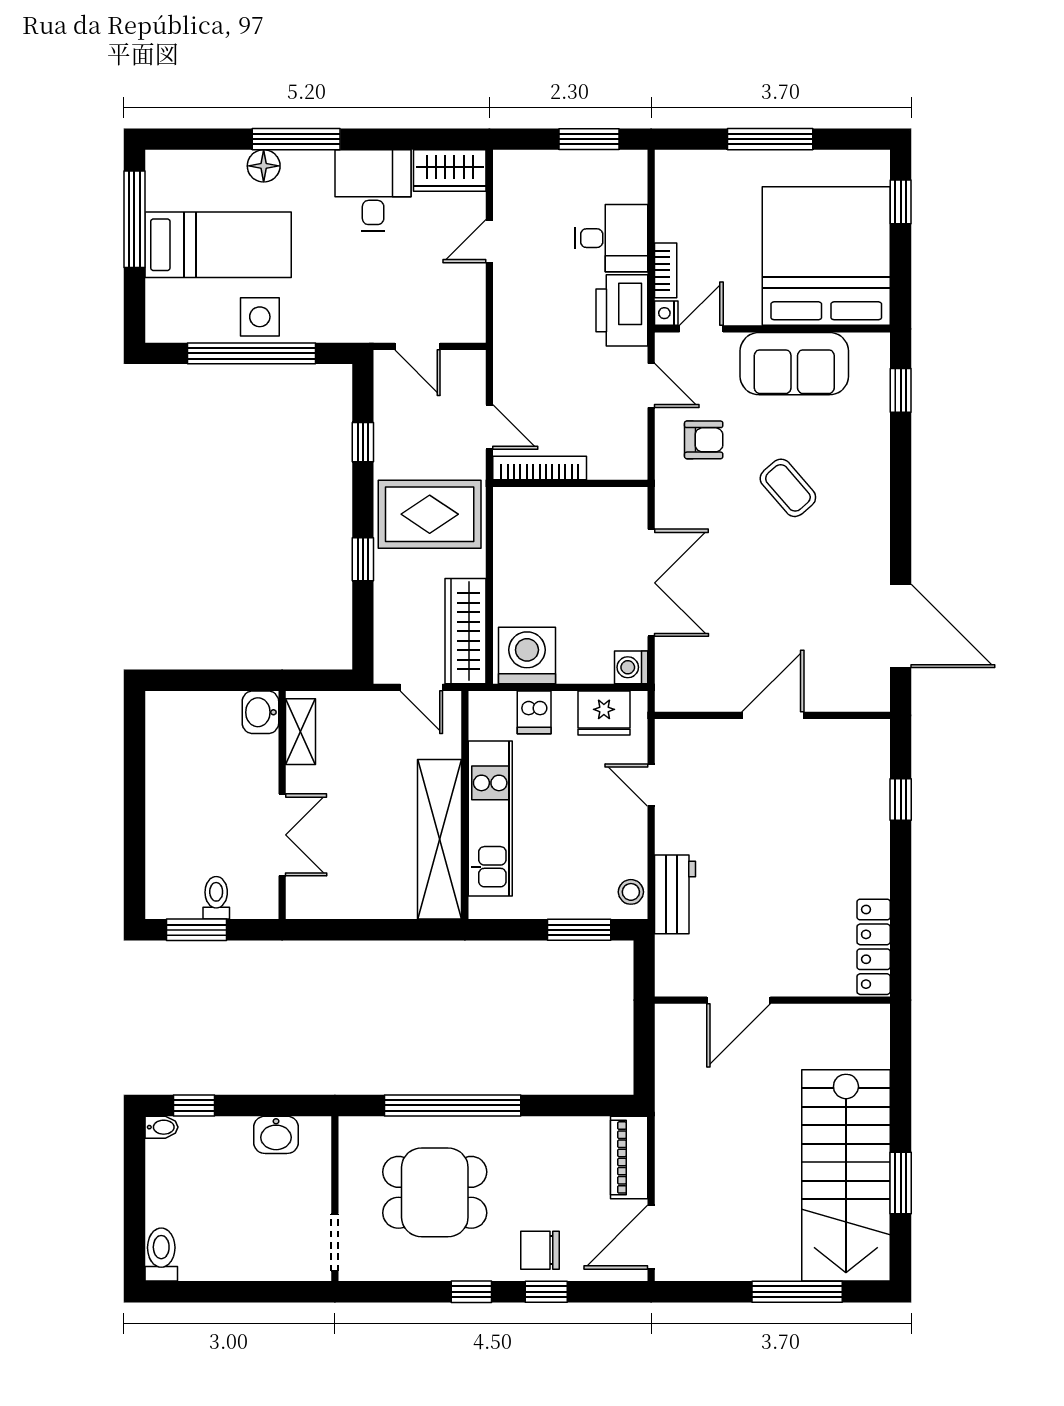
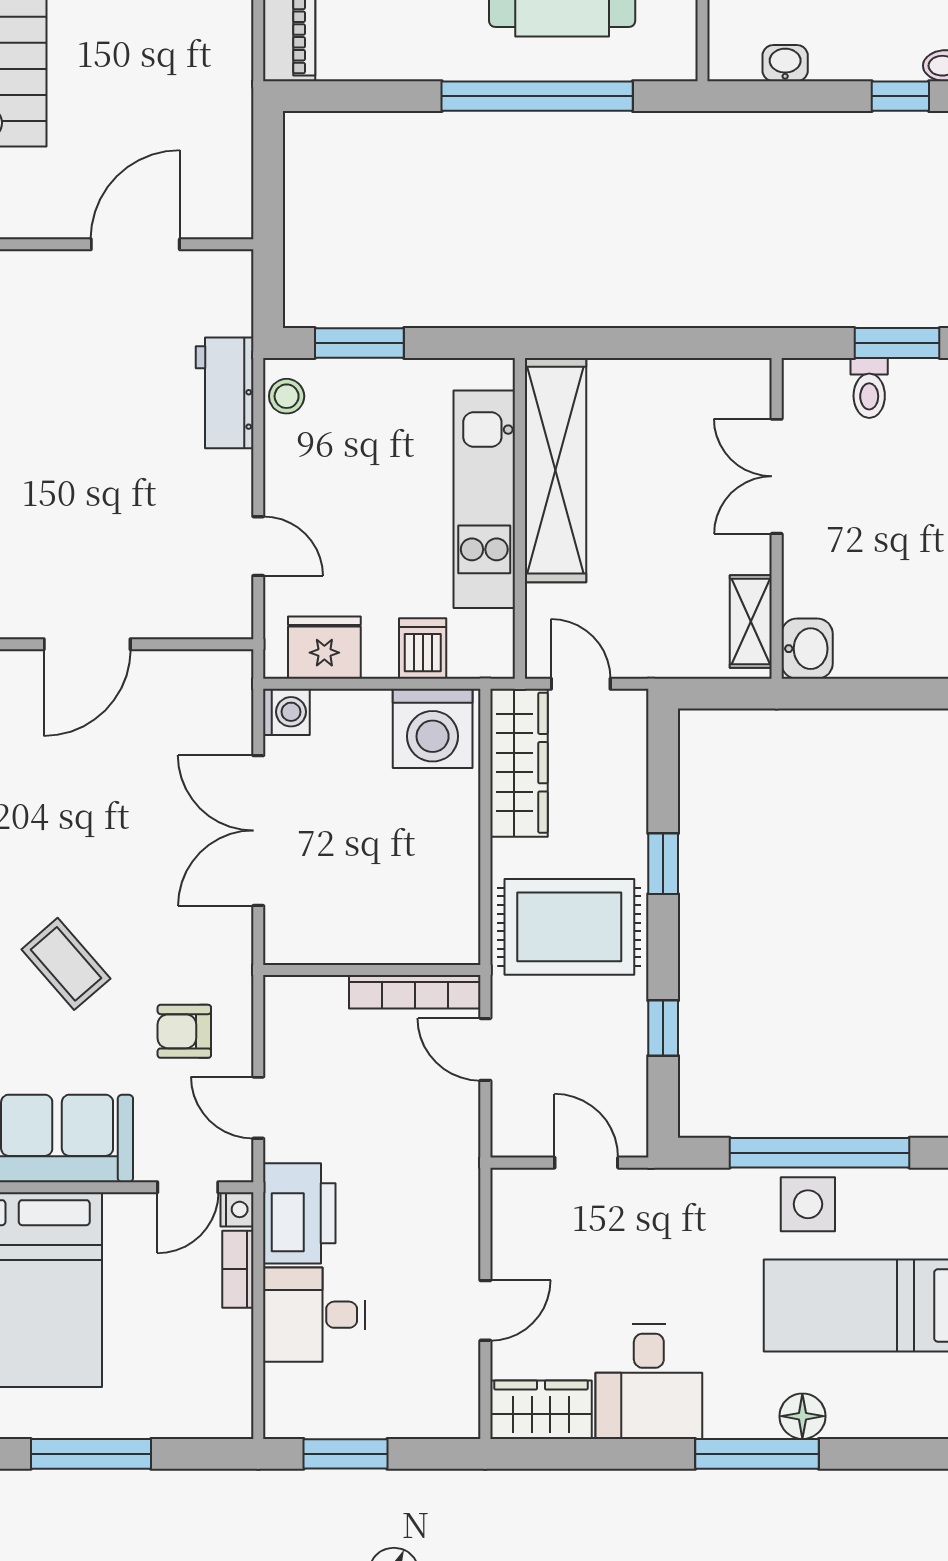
washbasin: (276, 1135) -> (785, 63), width x0.72, depth x0.69

